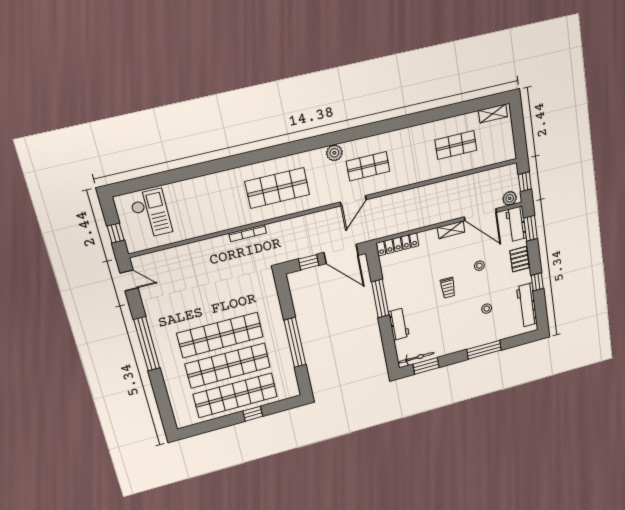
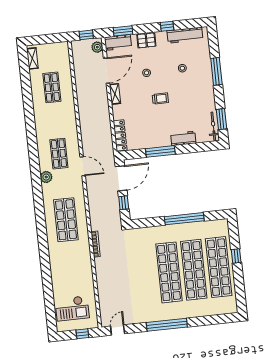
checkout: (151, 214) -> (72, 308), turned 180

